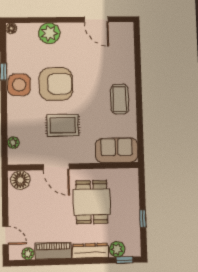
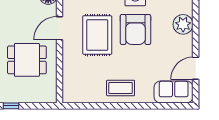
rug: (63, 125) -> (97, 35), width x1.36, depth x1.43
sofa: (117, 150) -> (174, 92), moved, turned -90

